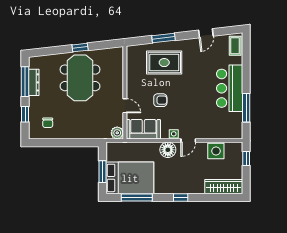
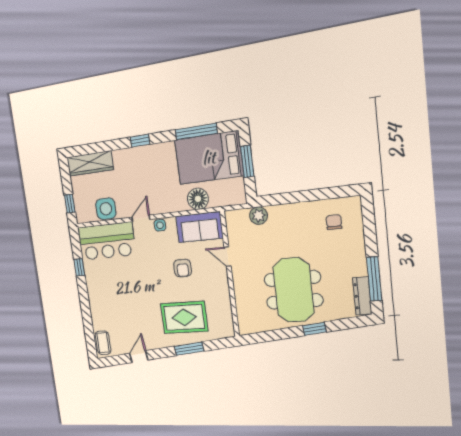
window: (80, 48) -> (314, 329), moved
dresser: (34, 82) -> (362, 296), moved
bar counter: (230, 88) -> (107, 241), moved, turned 90
armchair: (160, 100) -> (183, 268), turned -90
window: (246, 108) -> (79, 267), width x0.46
window: (25, 114) -> (370, 231), removed
plant: (117, 133) -> (259, 216), moved
floor lamp: (168, 150) -> (198, 199), moved

